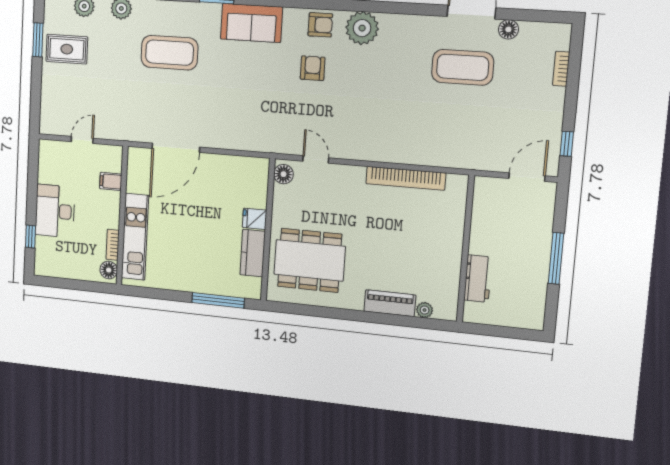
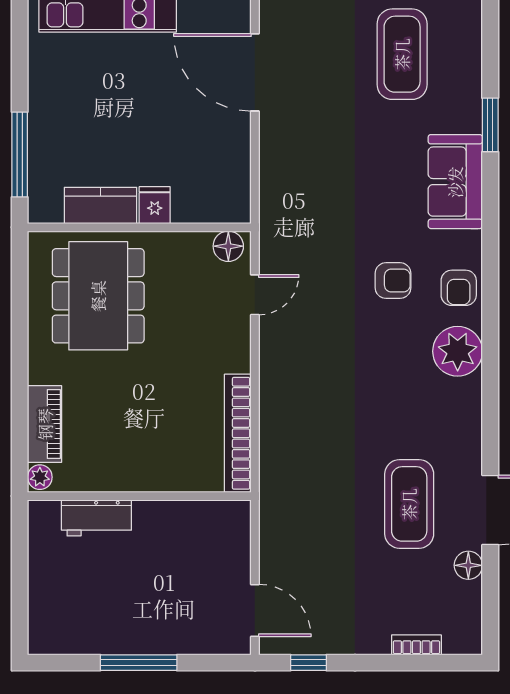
wall: (465, 249) -> (139, 496), moved
workbench: (478, 279) -> (96, 518), moved

